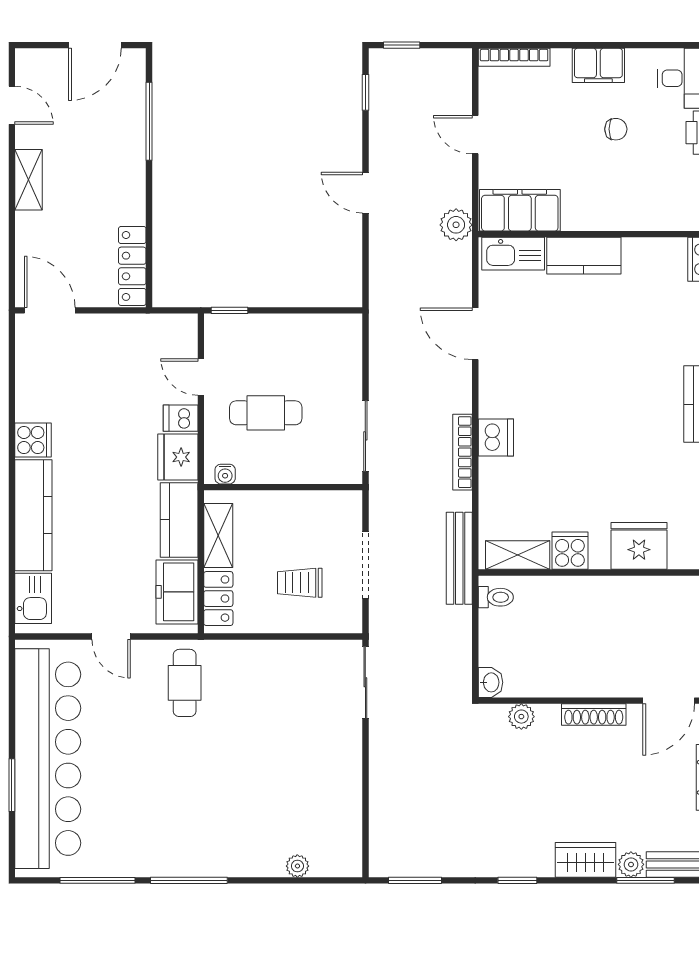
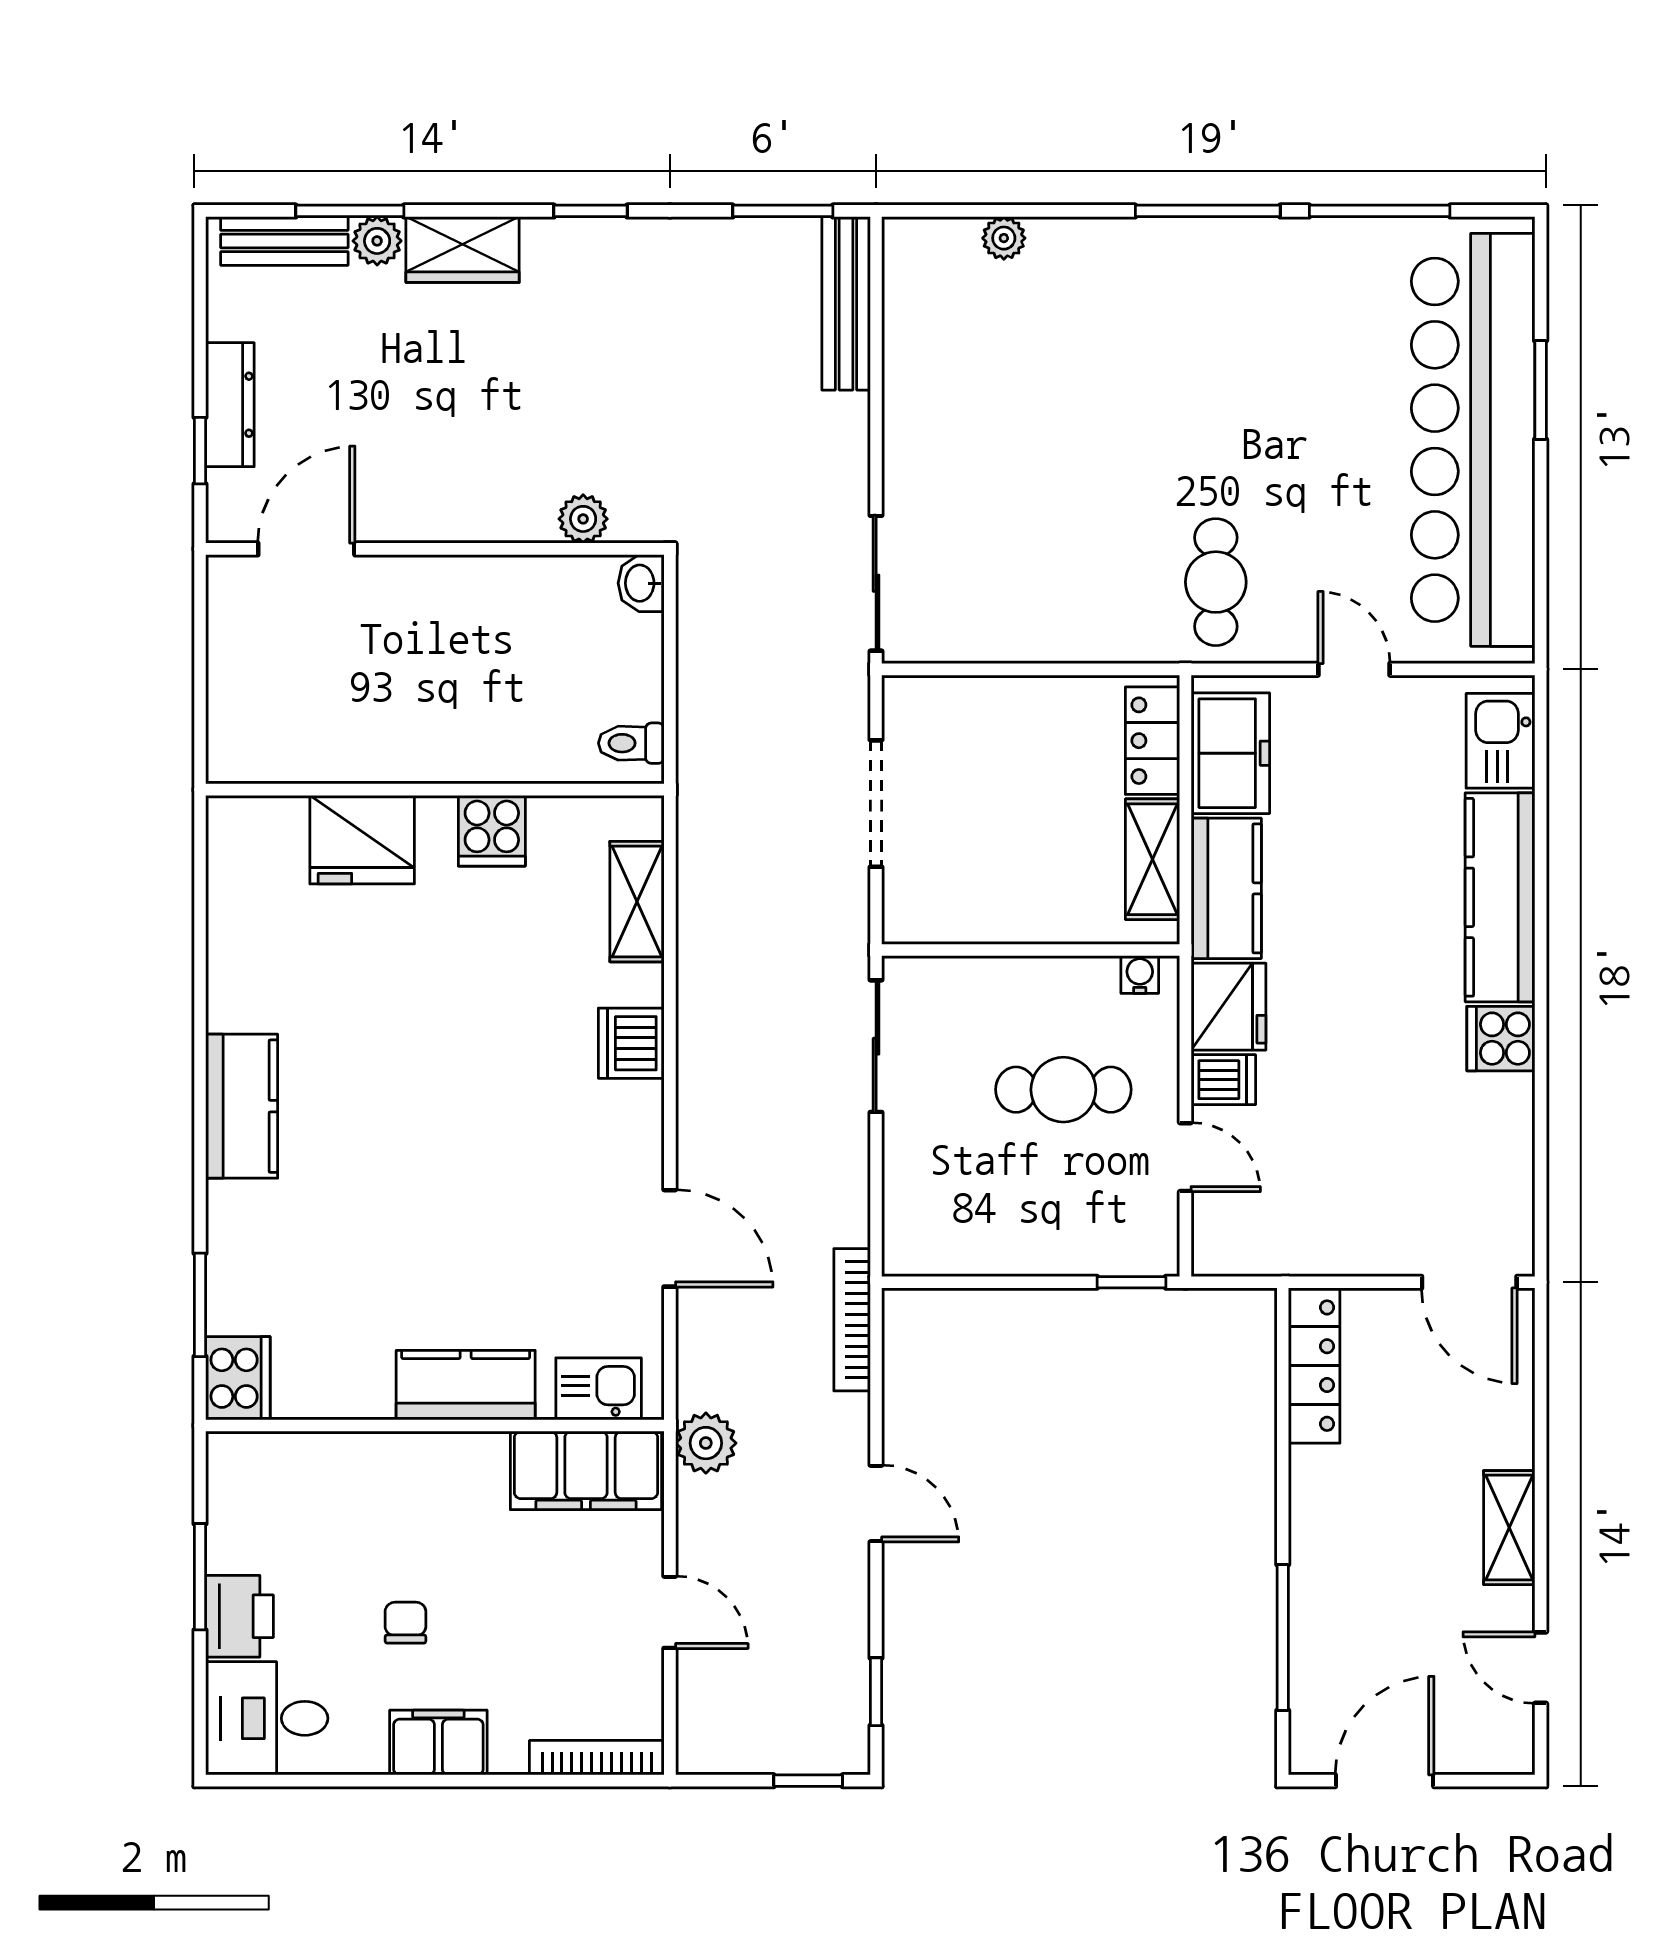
chair: (616, 129) -> (405, 1623), turned 90
kitchen sink: (513, 254) -> (599, 1389), width x0.73
bookcase: (462, 452) -> (852, 1320), moved, turned 180
shelving: (518, 555) -> (637, 902), moved, turned 90
bench: (459, 558) -> (846, 303), moved
trolley: (300, 583) -> (999, 770), removed
shoe rack: (594, 715) -> (447, 523), removed

